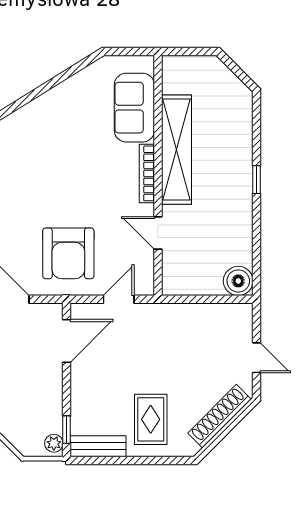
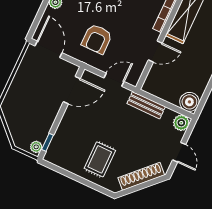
door: (158, 233) -> (155, 52), swing flipped
armchair: (68, 253) -> (97, 39), width x0.73, depth x0.73
plant: (240, 315) -> (181, 123), added
bench: (98, 446) -> (146, 105), moved

